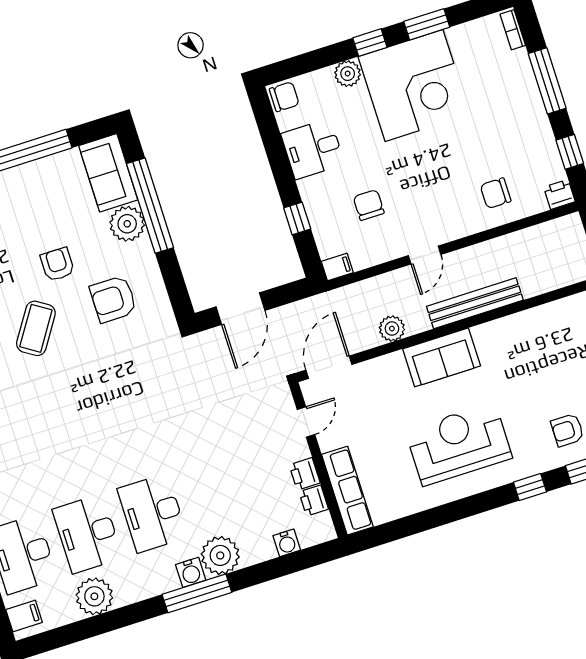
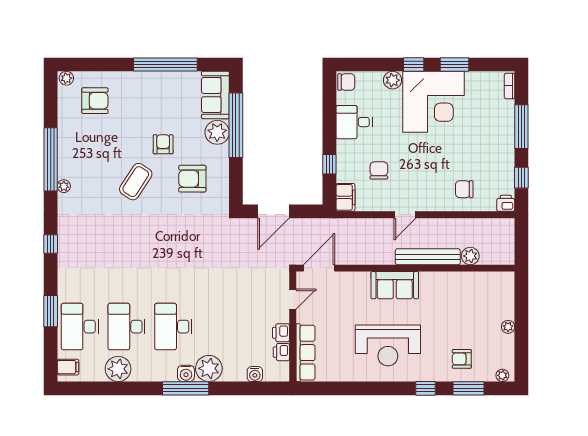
filing cabinet: (337, 267) -> (345, 197), width x2.00
plant: (392, 329) -> (470, 256), moved
reception desk: (459, 444) -> (388, 345), turned 180

